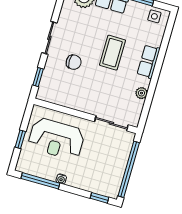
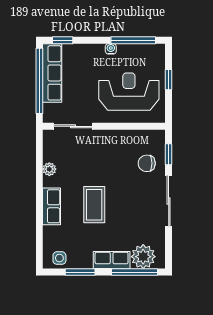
sliding door: (49, 38) -> (169, 201), width x1.37
chair: (74, 62) -> (147, 163), moved
row of seats: (116, 173) -> (52, 73), added

